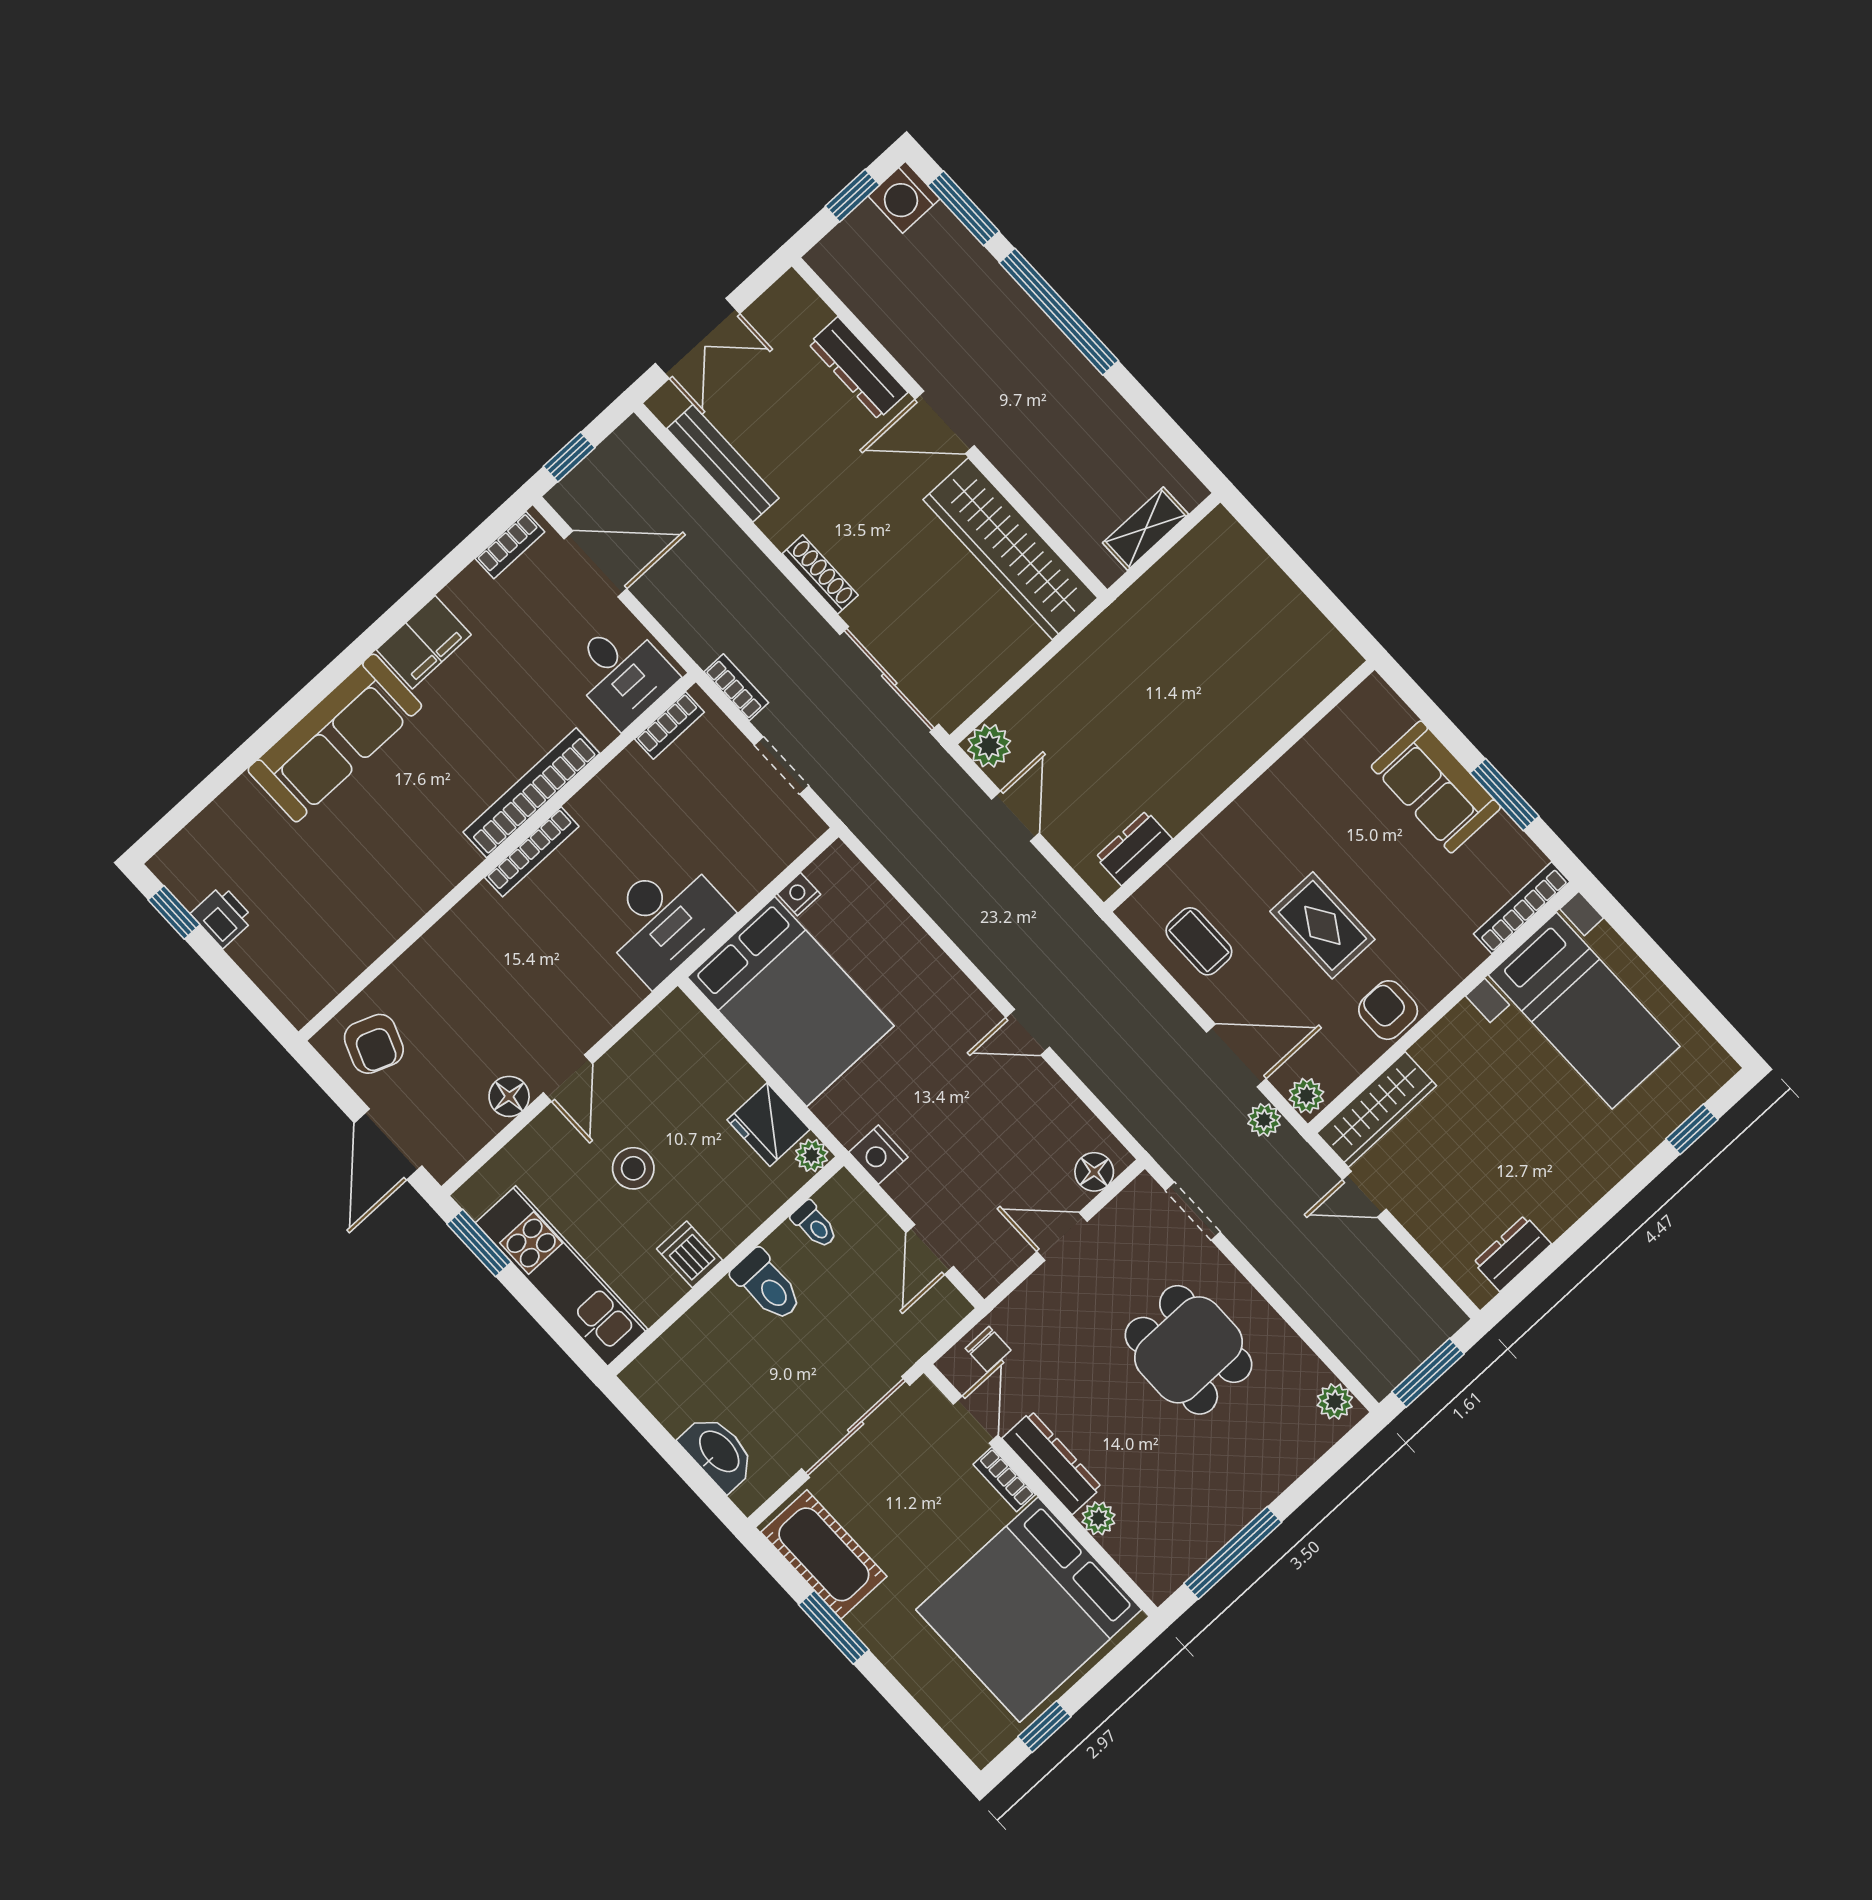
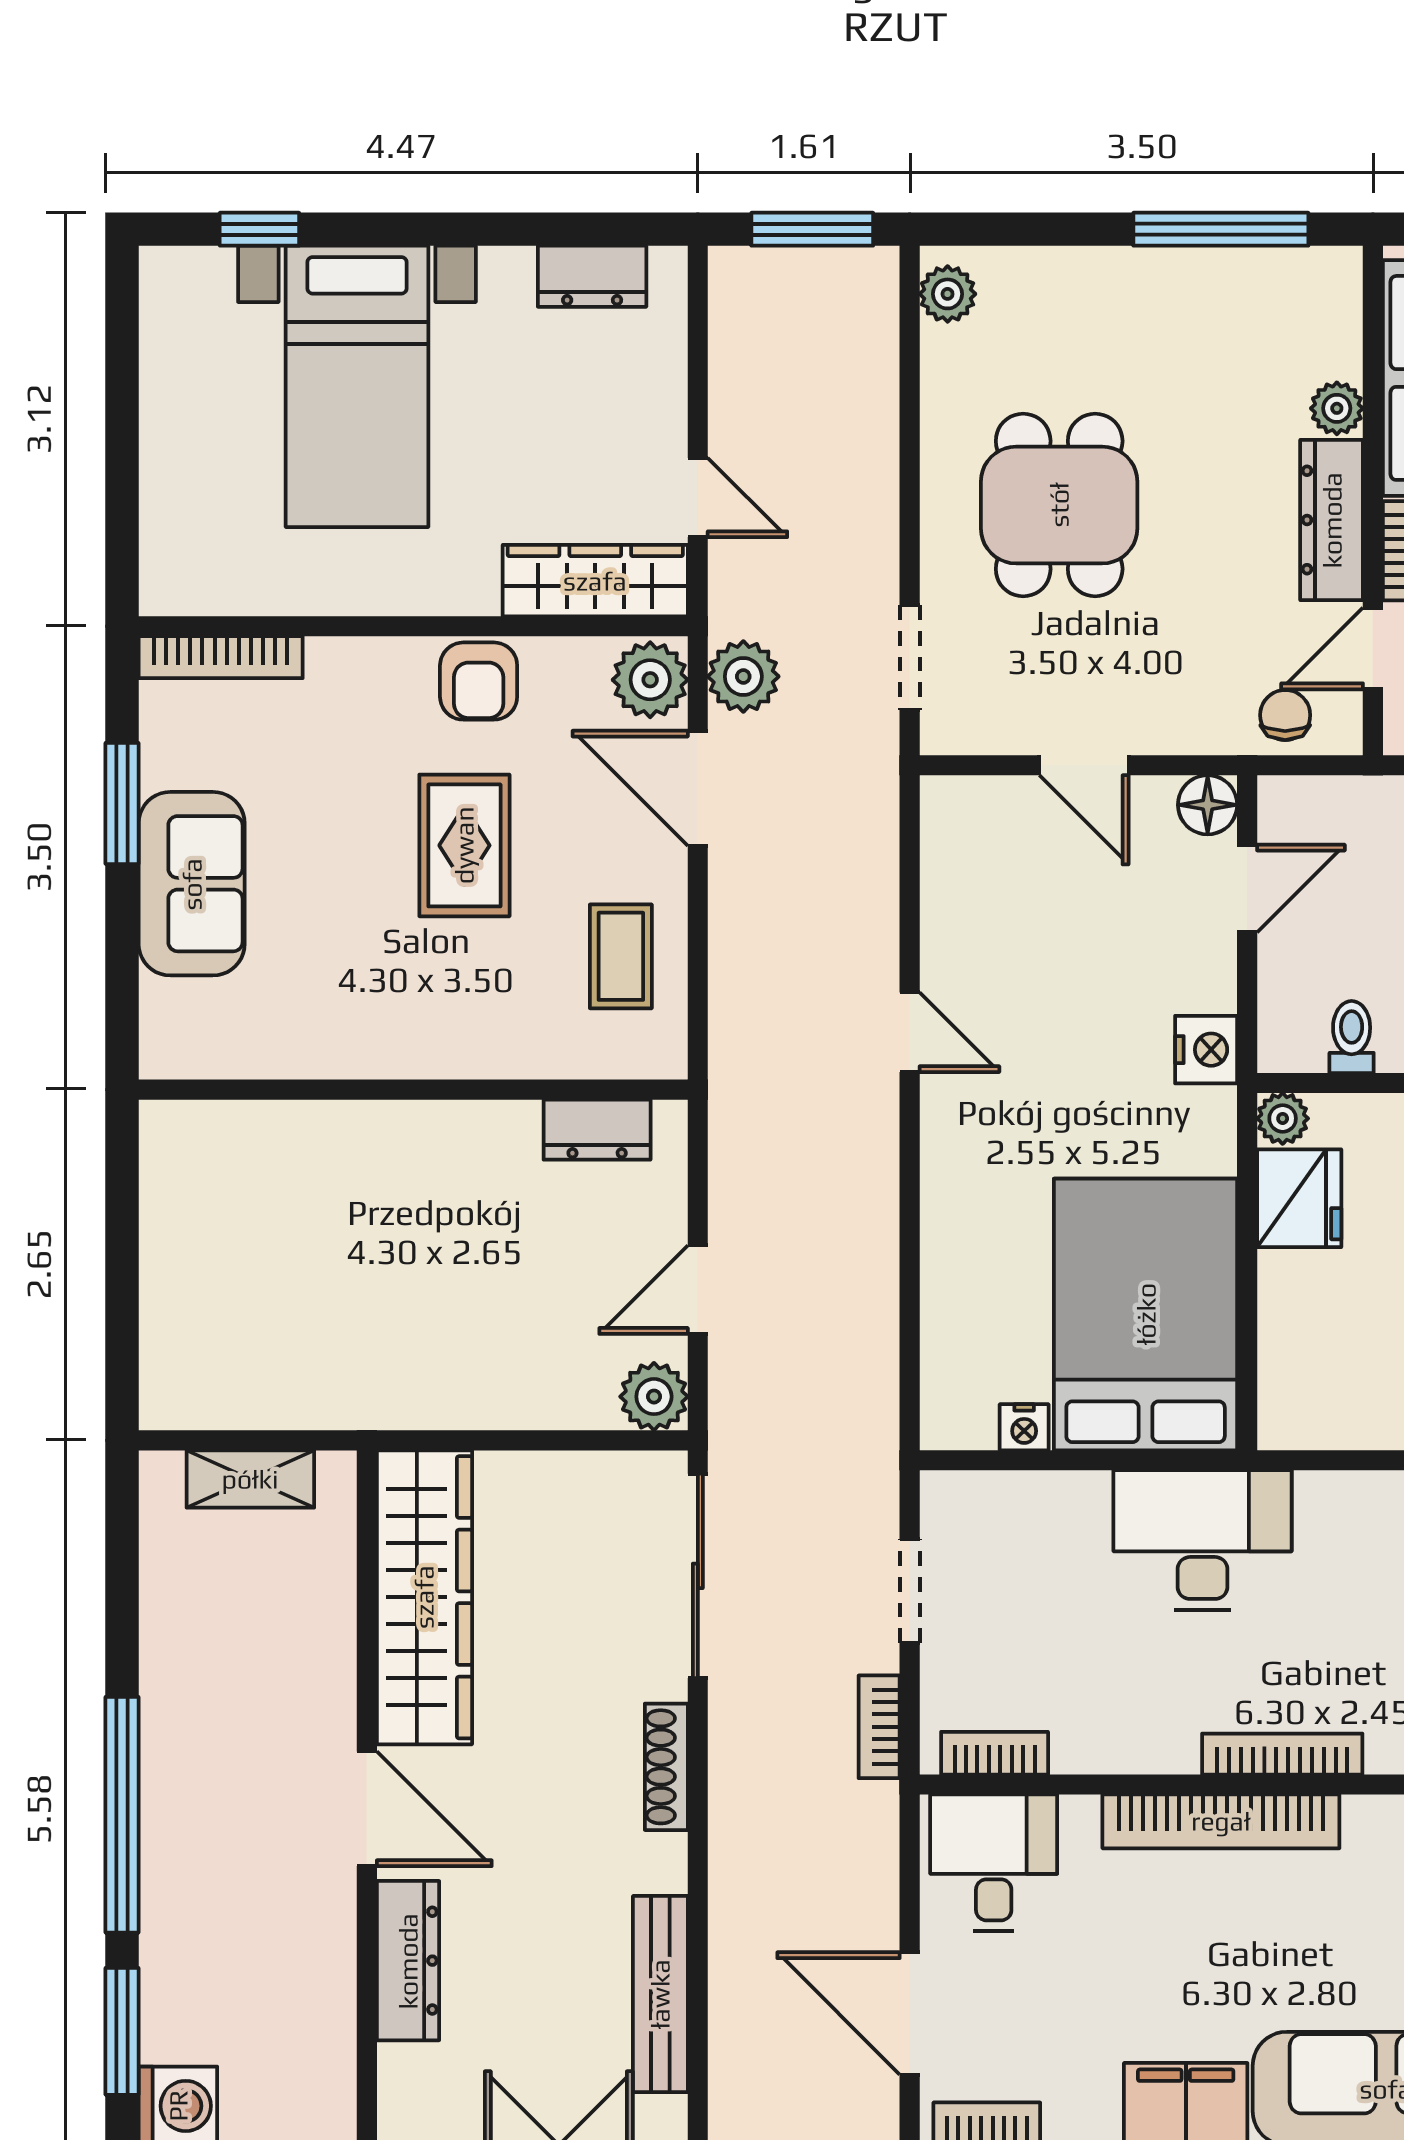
bed with nightstands: (1584, 1011) -> (357, 386), moved, turned 180
plant: (1306, 1096) -> (650, 680), width x1.38, depth x1.38
plant: (1264, 1120) -> (743, 676), width x1.38, depth x1.38
floor lamp: (1094, 1172) -> (1208, 805), moved

